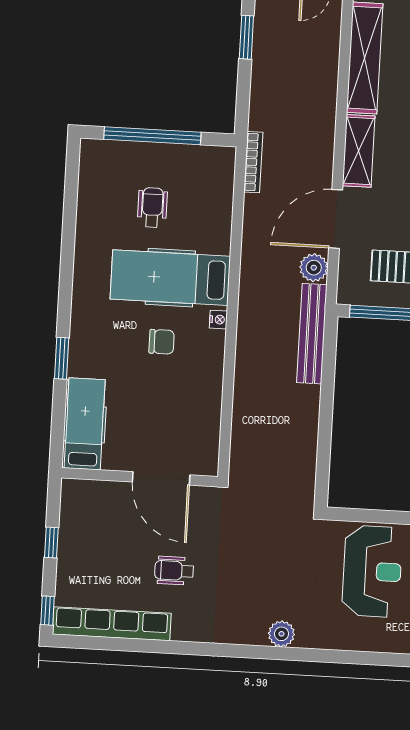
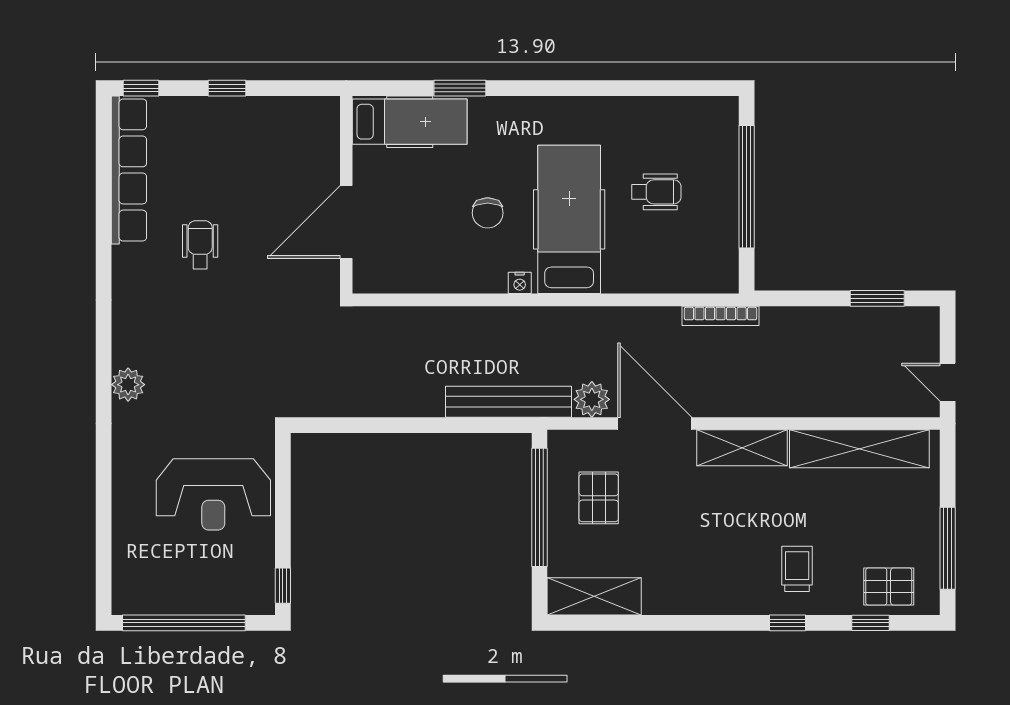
hospital bed: (85, 424) -> (410, 122), moved
wall: (140, 477) -> (346, 195), moved
door: (161, 478) -> (346, 222), moved

